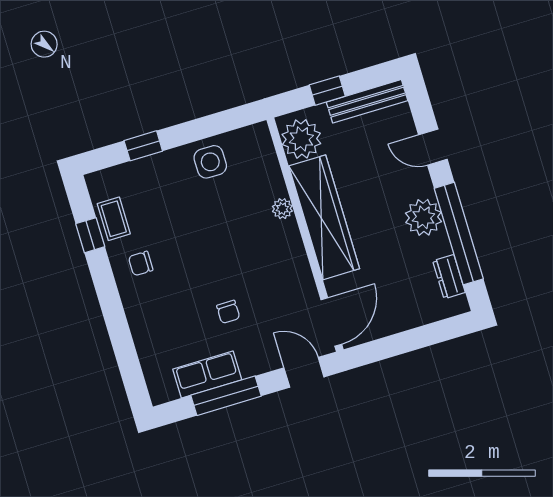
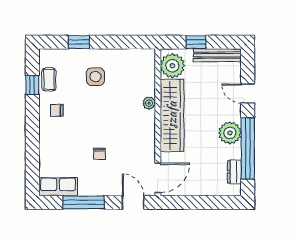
side table: (210, 162) -> (95, 77), moved
row of seats: (207, 374) -> (58, 187), moved

